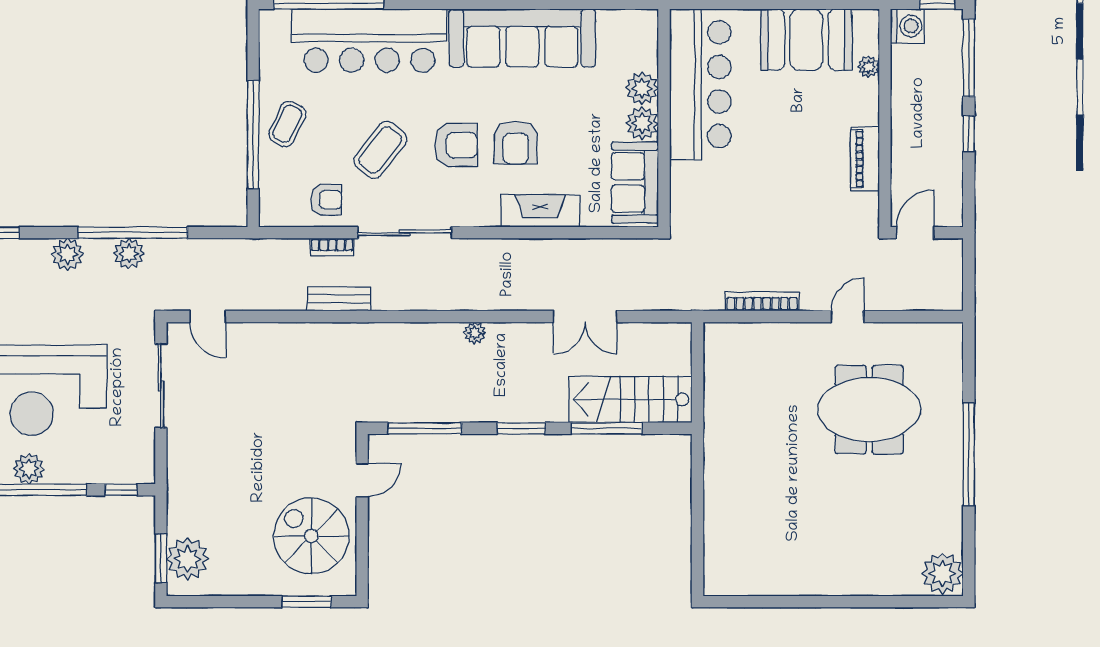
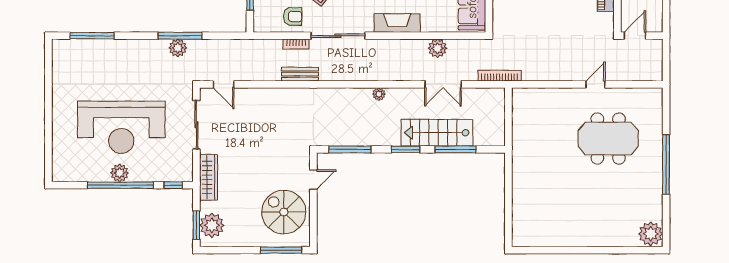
fireplace: (540, 211) -> (397, 23), moved
window: (133, 233) -> (180, 36), width x0.68
plant: (67, 254) -> (437, 48), moved
bookcase: (762, 301) -> (500, 76), moved
stairs: (630, 399) -> (437, 133), moved
wardrobe: (182, 476) -> (208, 177), added
window: (307, 602) -> (281, 250), width x1.44

